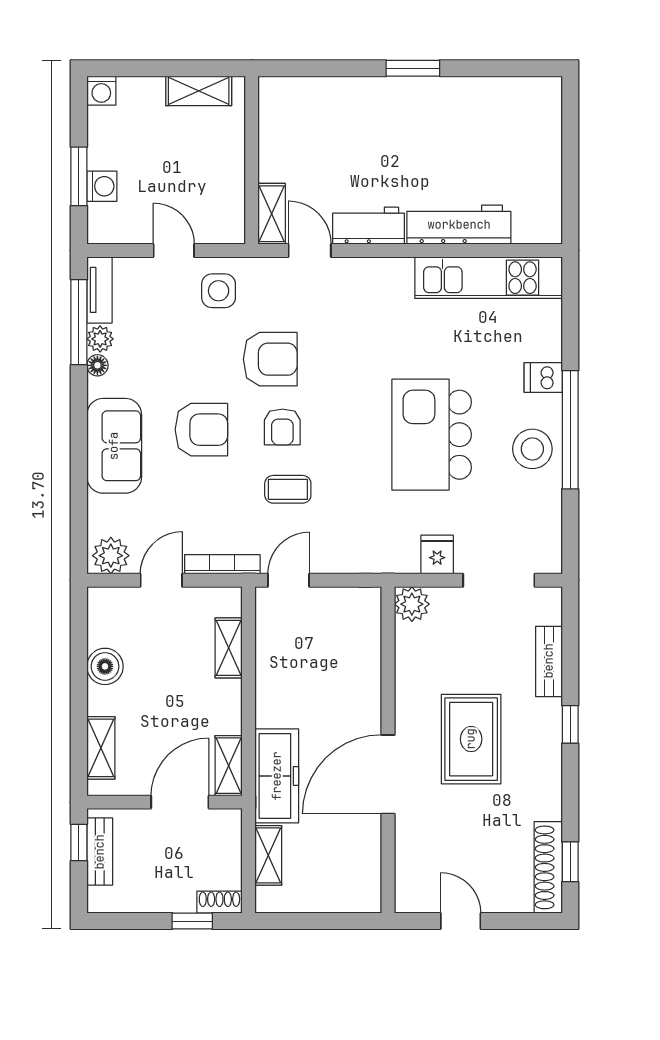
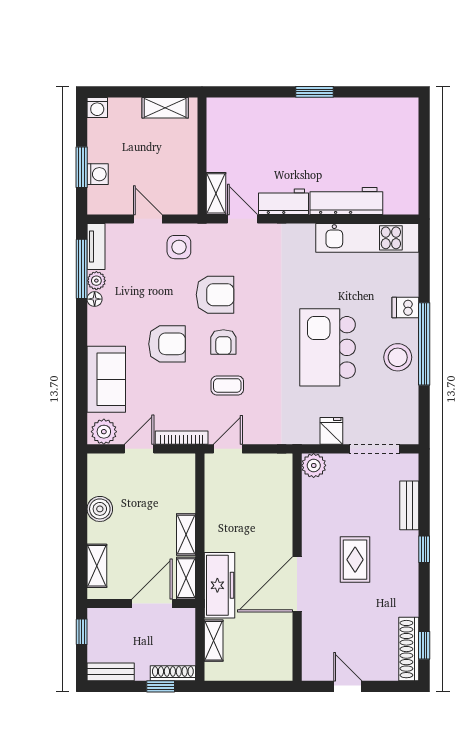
sofa: (114, 446) -> (106, 379), moved
shelving: (229, 648) -> (186, 535), moved
rug: (471, 739) -> (355, 560), width x0.73, depth x0.70
bench: (100, 852) -> (111, 672), moved, turned 90
shoe rack: (219, 902) -> (173, 673), width x1.43

